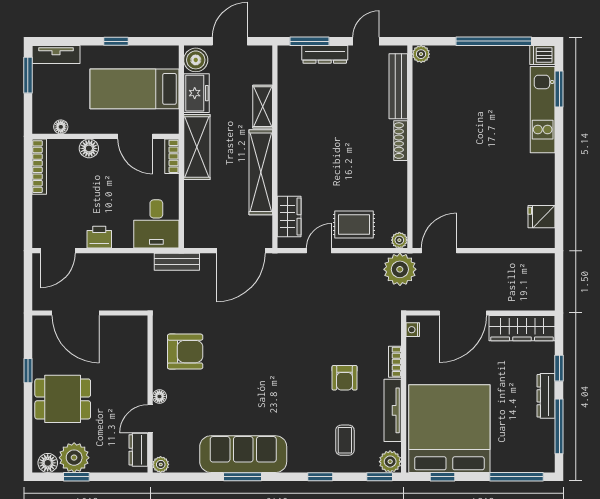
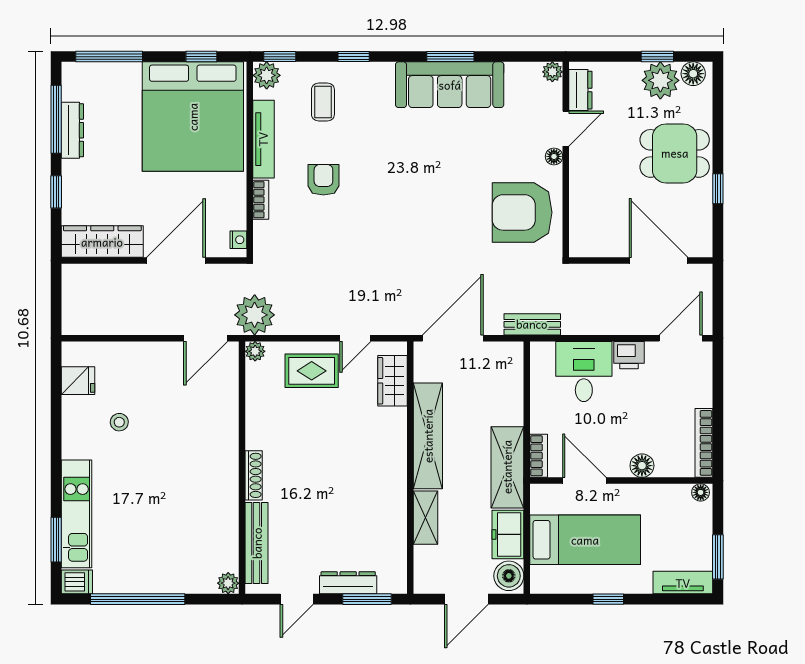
floor lamp: (61, 127) -> (701, 492), moved
stool: (508, 183) -> (119, 422), added
desk: (156, 224) -> (584, 371), moved
armchair: (185, 352) -> (522, 212), width x1.36, depth x1.36
dresser: (546, 396) -> (72, 130), moved

